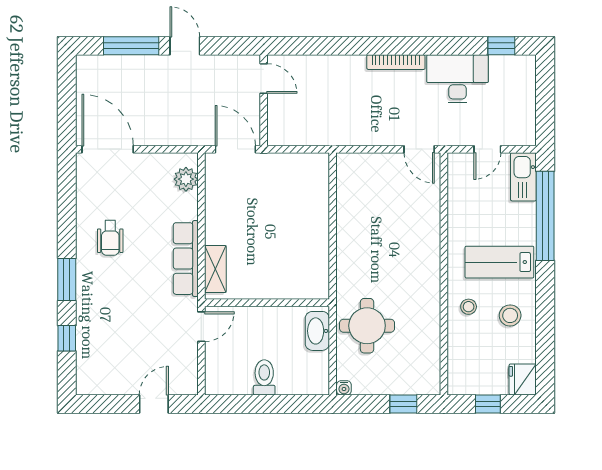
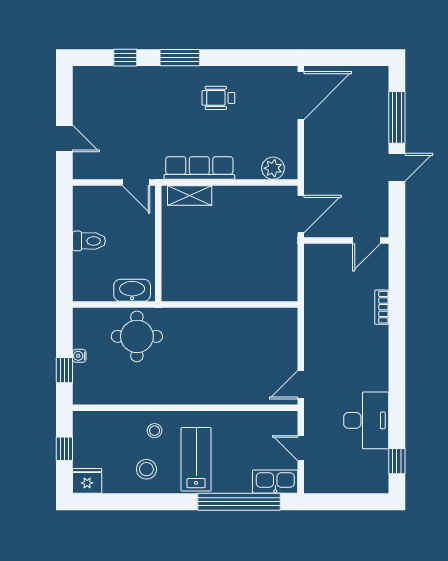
bookcase: (396, 62) -> (382, 307), moved, width x0.64
water cooler: (344, 388) -> (79, 356), moved

